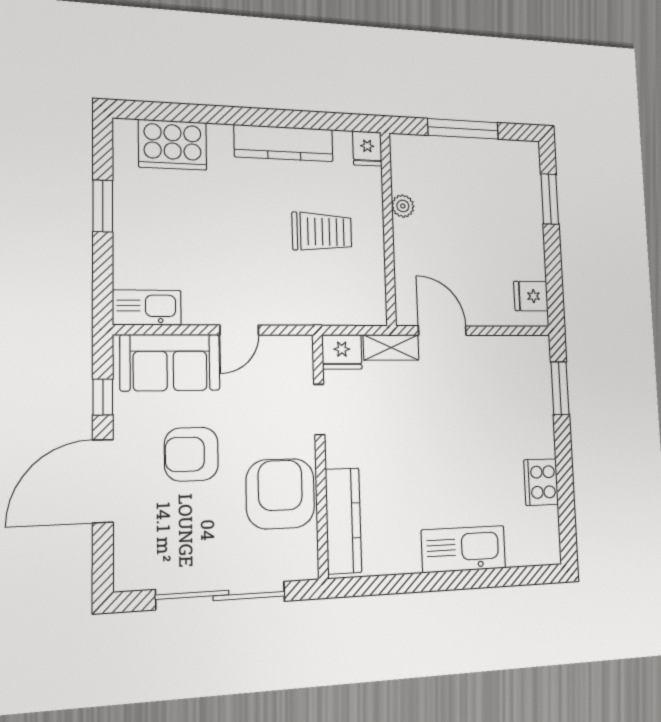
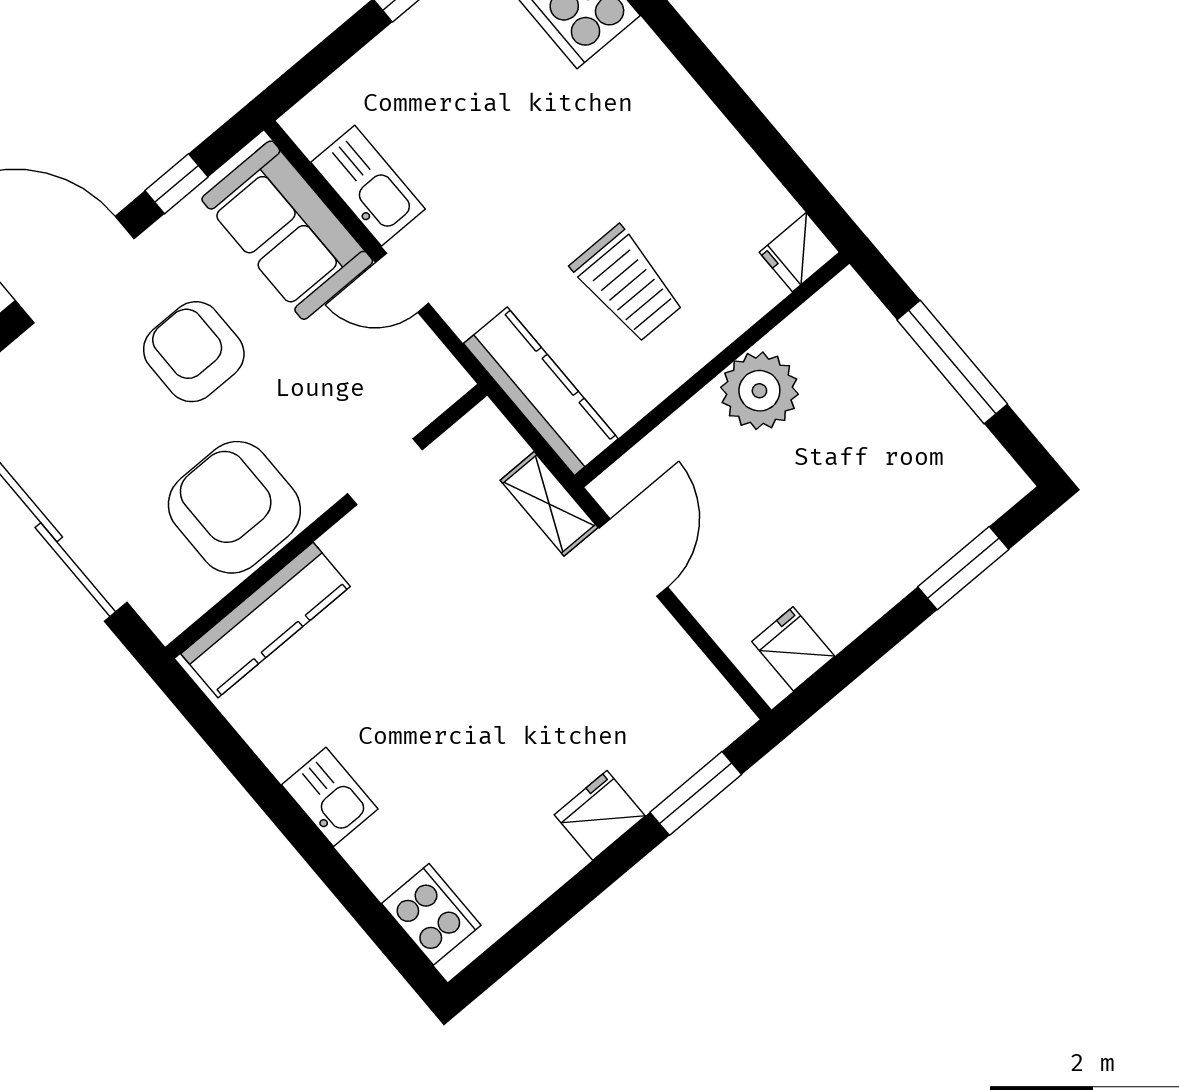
kitchen counter: (284, 143) -> (541, 391), moved, turned 180
plant: (403, 206) -> (759, 391), width x1.88, depth x1.88
kitchen sink: (147, 308) -> (368, 186), moved
fridge: (342, 352) -> (600, 815), moved, turned 90
cooker: (541, 482) -> (431, 914), moved, turned 90
armchair: (280, 494) -> (234, 507), turned -90
kitchen sink: (464, 549) -> (330, 797), width x0.53, depth x0.81

